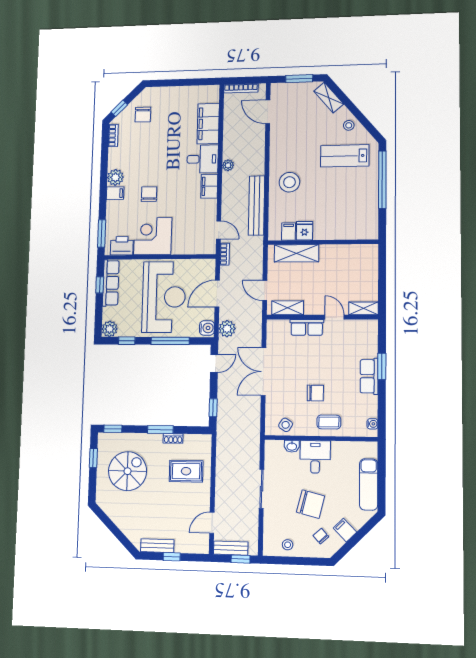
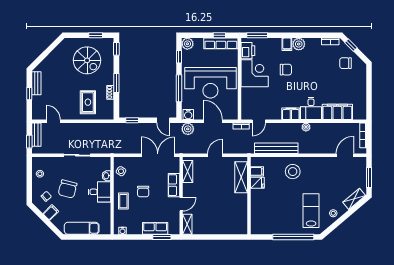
shelving: (288, 308) -> (188, 171), moved
shelving: (363, 308) -> (187, 224), moved
wall: (322, 317) -> (181, 196), moved
door: (334, 317) -> (181, 204), moved
row of seats: (307, 327) -> (174, 185), moved

